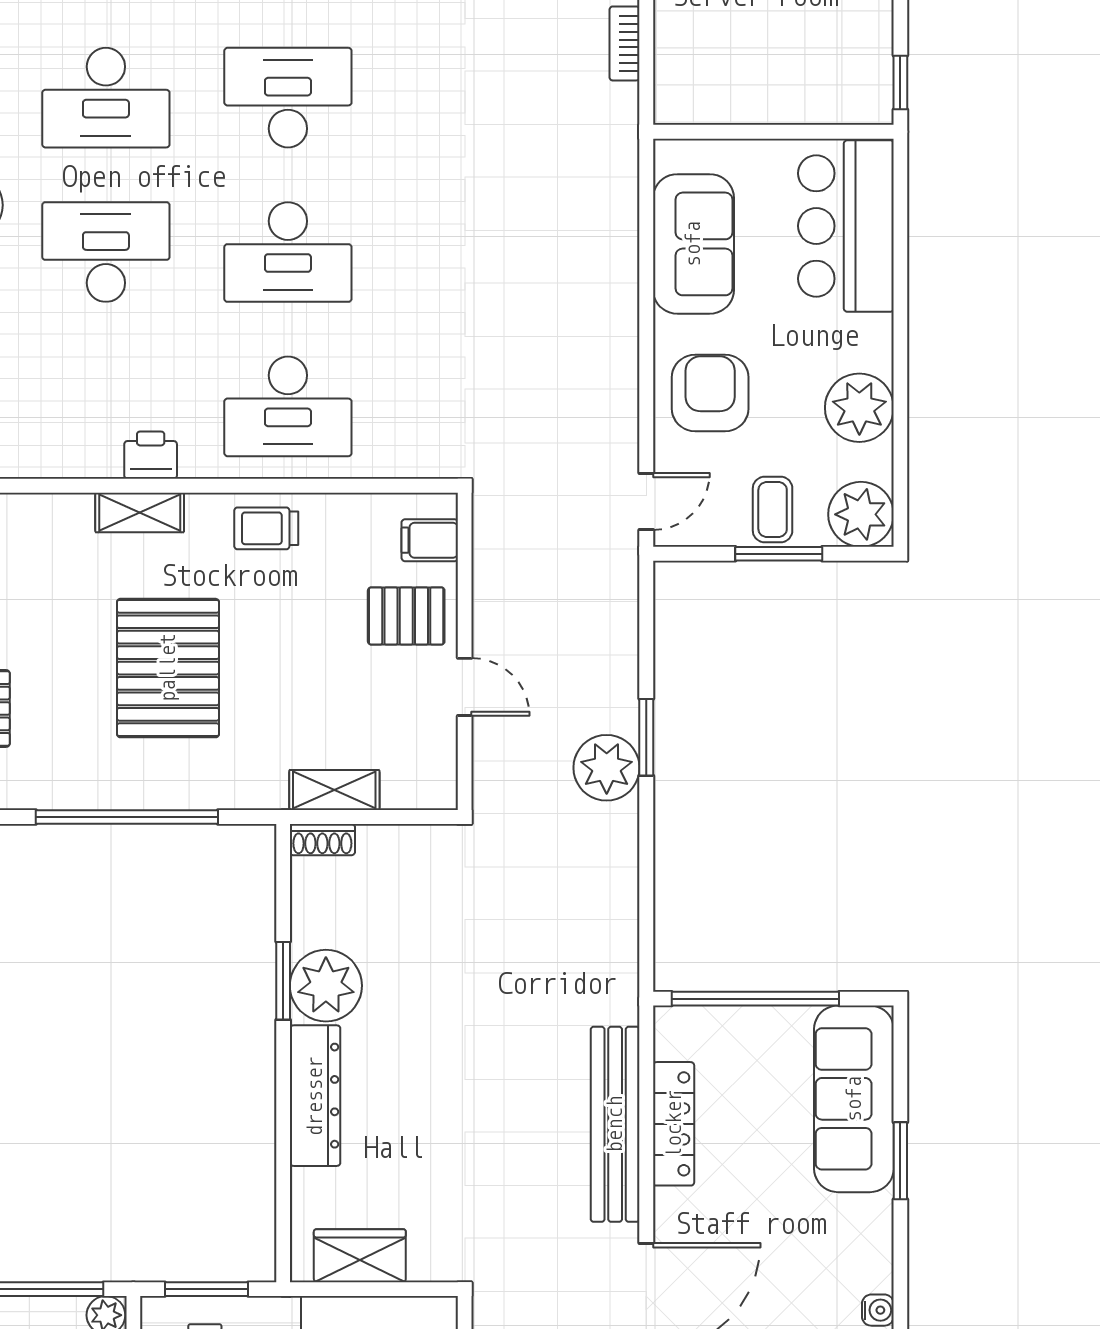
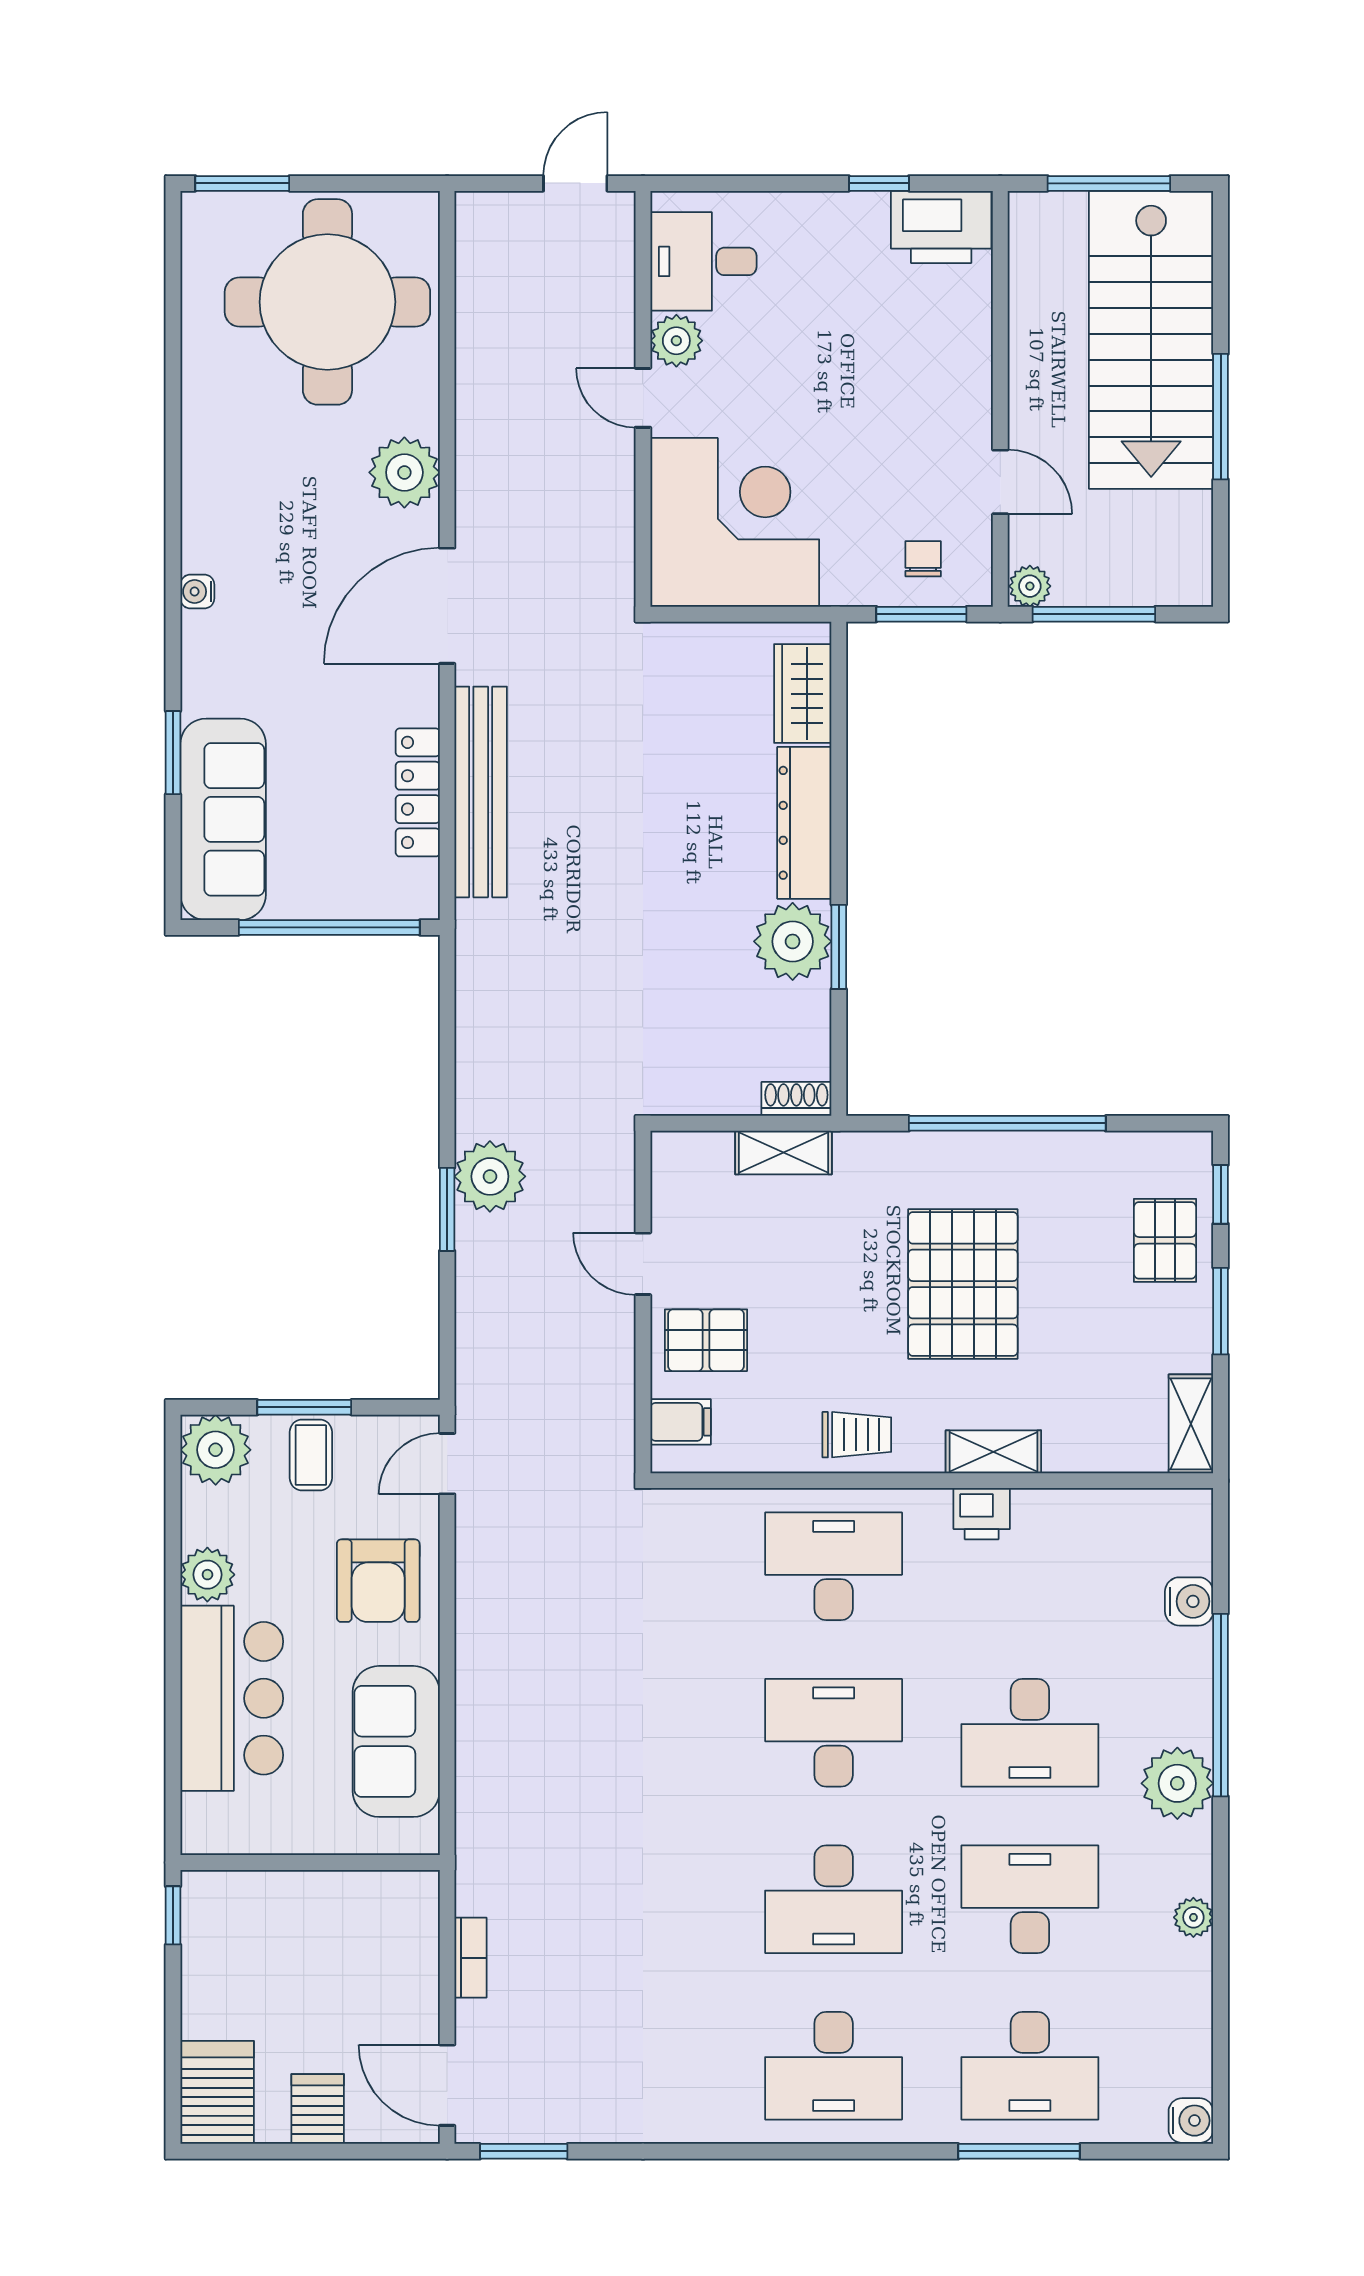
bar counter: (846, 226) -> (232, 1698), moved
plant: (859, 408) -> (207, 1575), width x0.73, depth x0.73
wardrobe: (360, 1256) -> (803, 694), moved, turned 90

